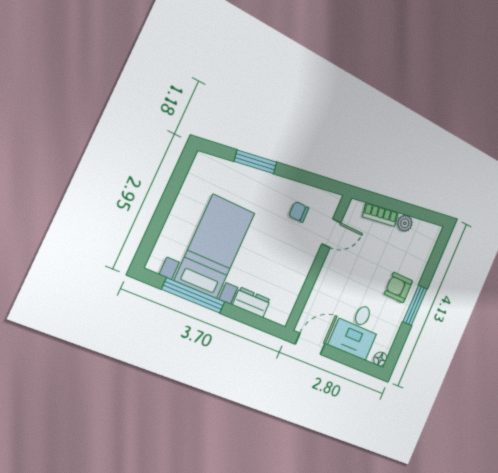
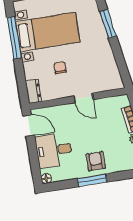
chair: (299, 212) -> (60, 68), moved
door: (331, 233) -> (84, 98), moved
dresser: (251, 302) -> (33, 91), moved

